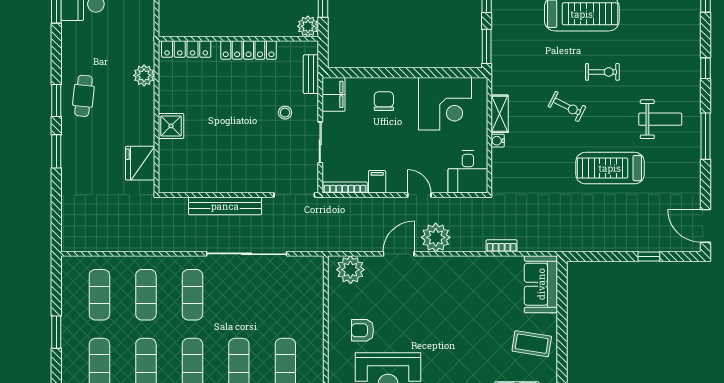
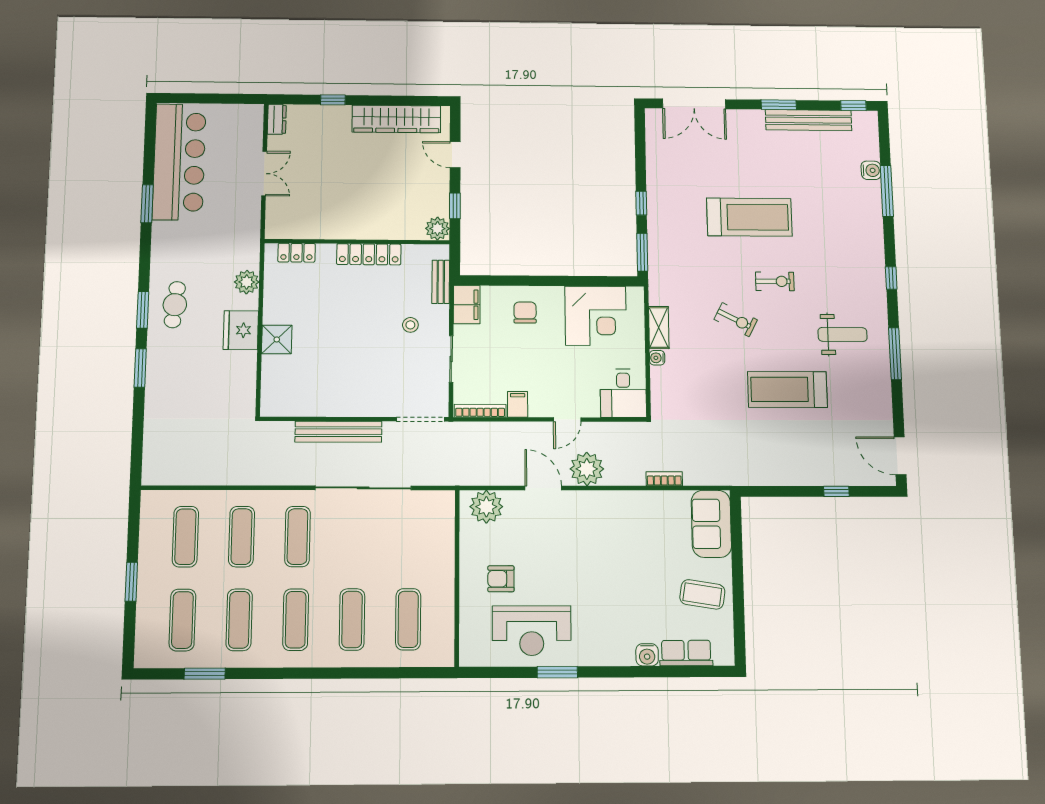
locker: (186, 49) -> (297, 253), width x0.66
fridge: (140, 163) -> (241, 330), moved
door: (419, 195) -> (567, 420), swing flipped
door: (399, 254) -> (543, 488), hinge flipped

